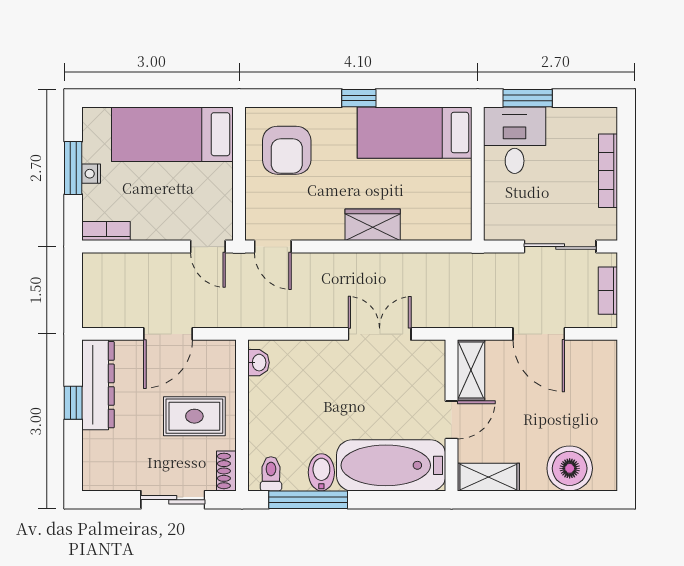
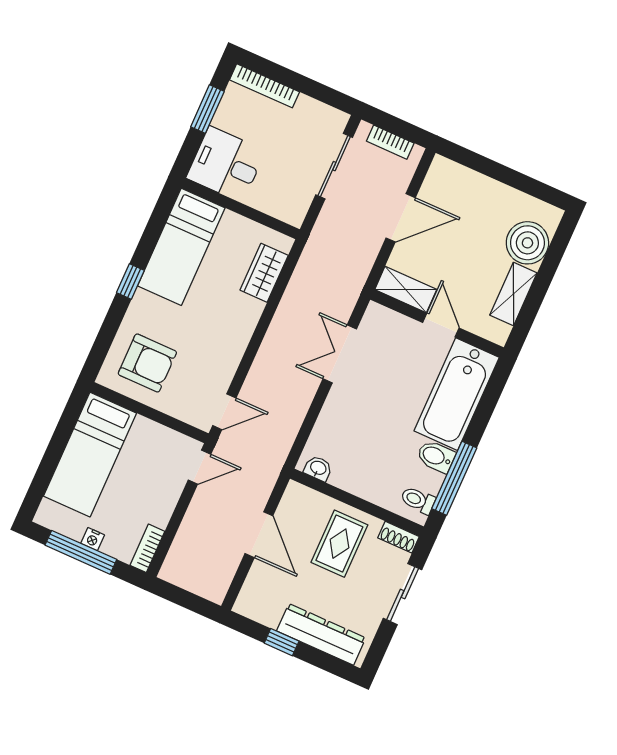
window: (528, 98) -> (207, 109), moved
window: (73, 168) -> (81, 552), width x1.44
bookcase: (608, 171) -> (265, 86), moved
wardrobe: (373, 225) -> (264, 273), moved
dresser: (98, 385) -> (321, 634), moved
shelving: (488, 477) -> (513, 294), moved

